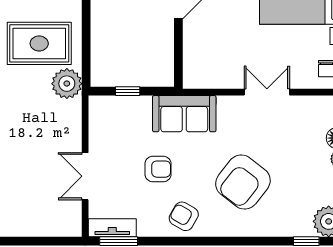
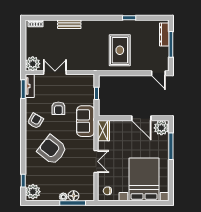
wardrobe: (204, 77) -> (104, 131), added
plant: (67, 84) -> (33, 64), moved

